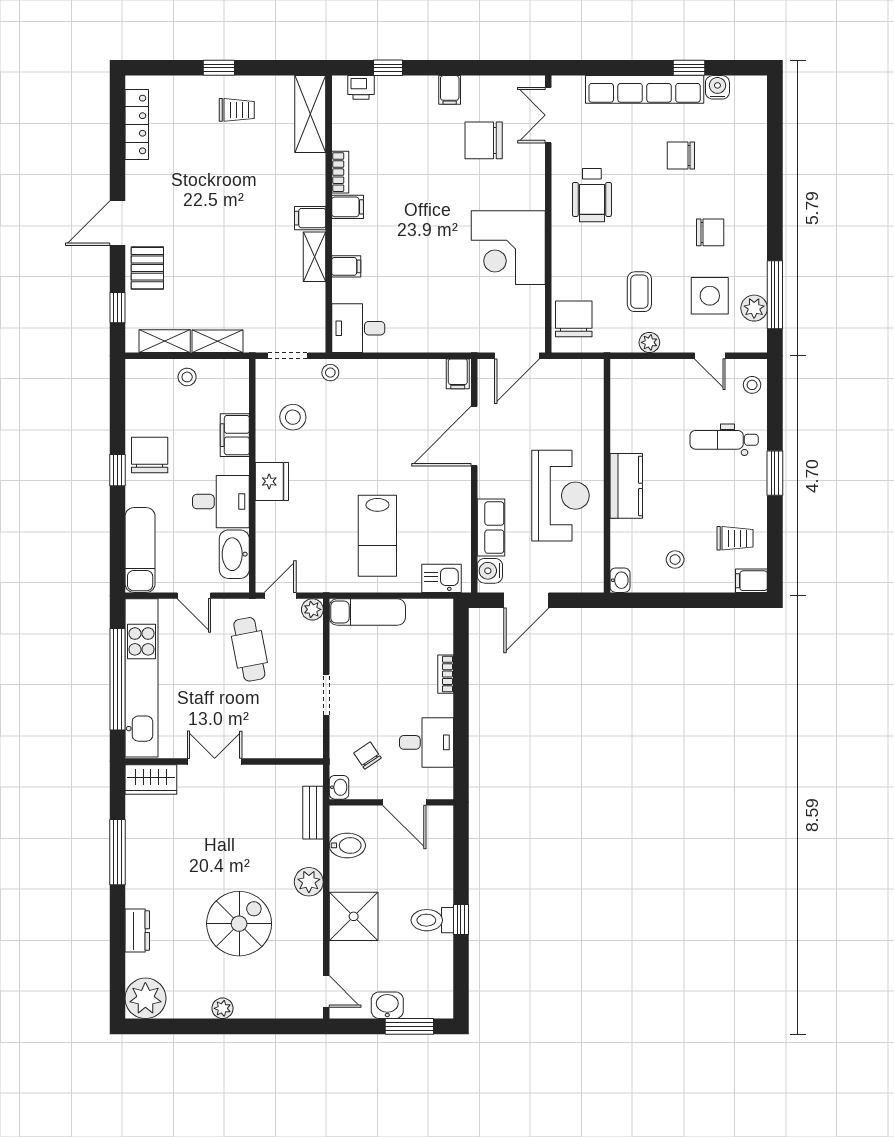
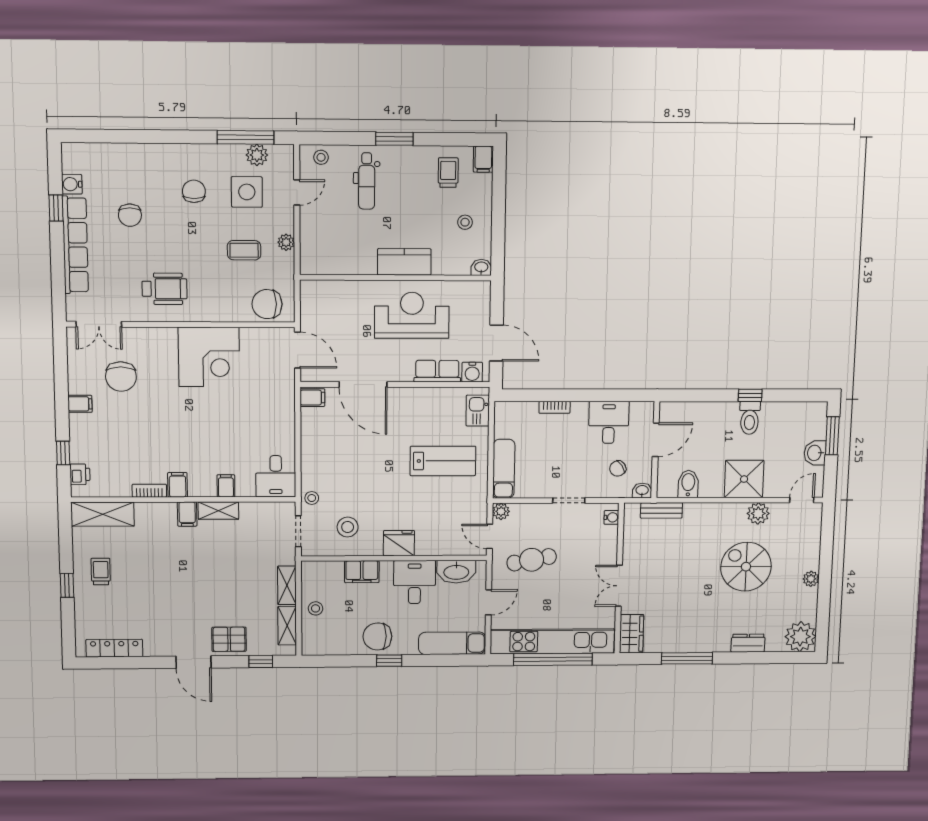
water cooler: (304, 749) -> (611, 517), added
plant: (309, 882) -> (758, 513), moved

